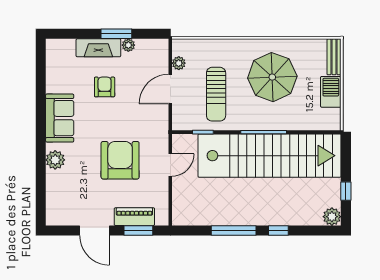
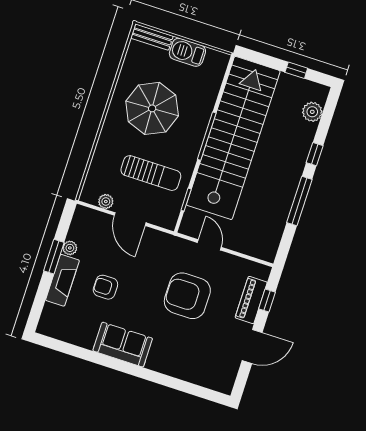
plant: (55, 160) -> (165, 363), removed
plant: (332, 217) -> (312, 112), moved
window: (138, 231) -> (267, 301), width x0.67

